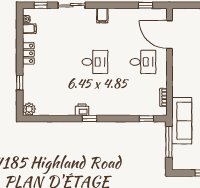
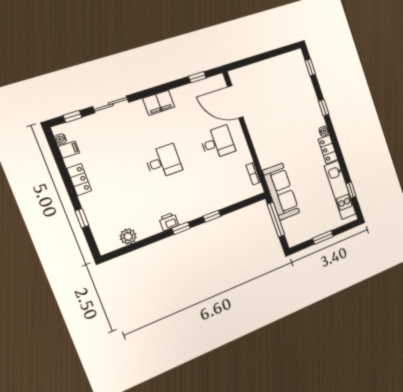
filing cabinet: (102, 16) -> (159, 103), width x2.00
plant: (29, 109) -> (128, 236), moved
window: (147, 119) -> (212, 216), moved

